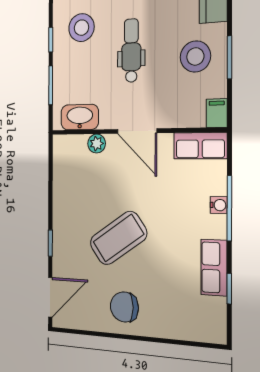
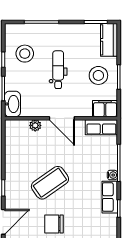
filing cabinet: (217, 113) -> (105, 109), width x2.00
washbasin: (80, 117) -> (12, 104), moved, turned 90
water cooler: (219, 205) -> (112, 175), moved

